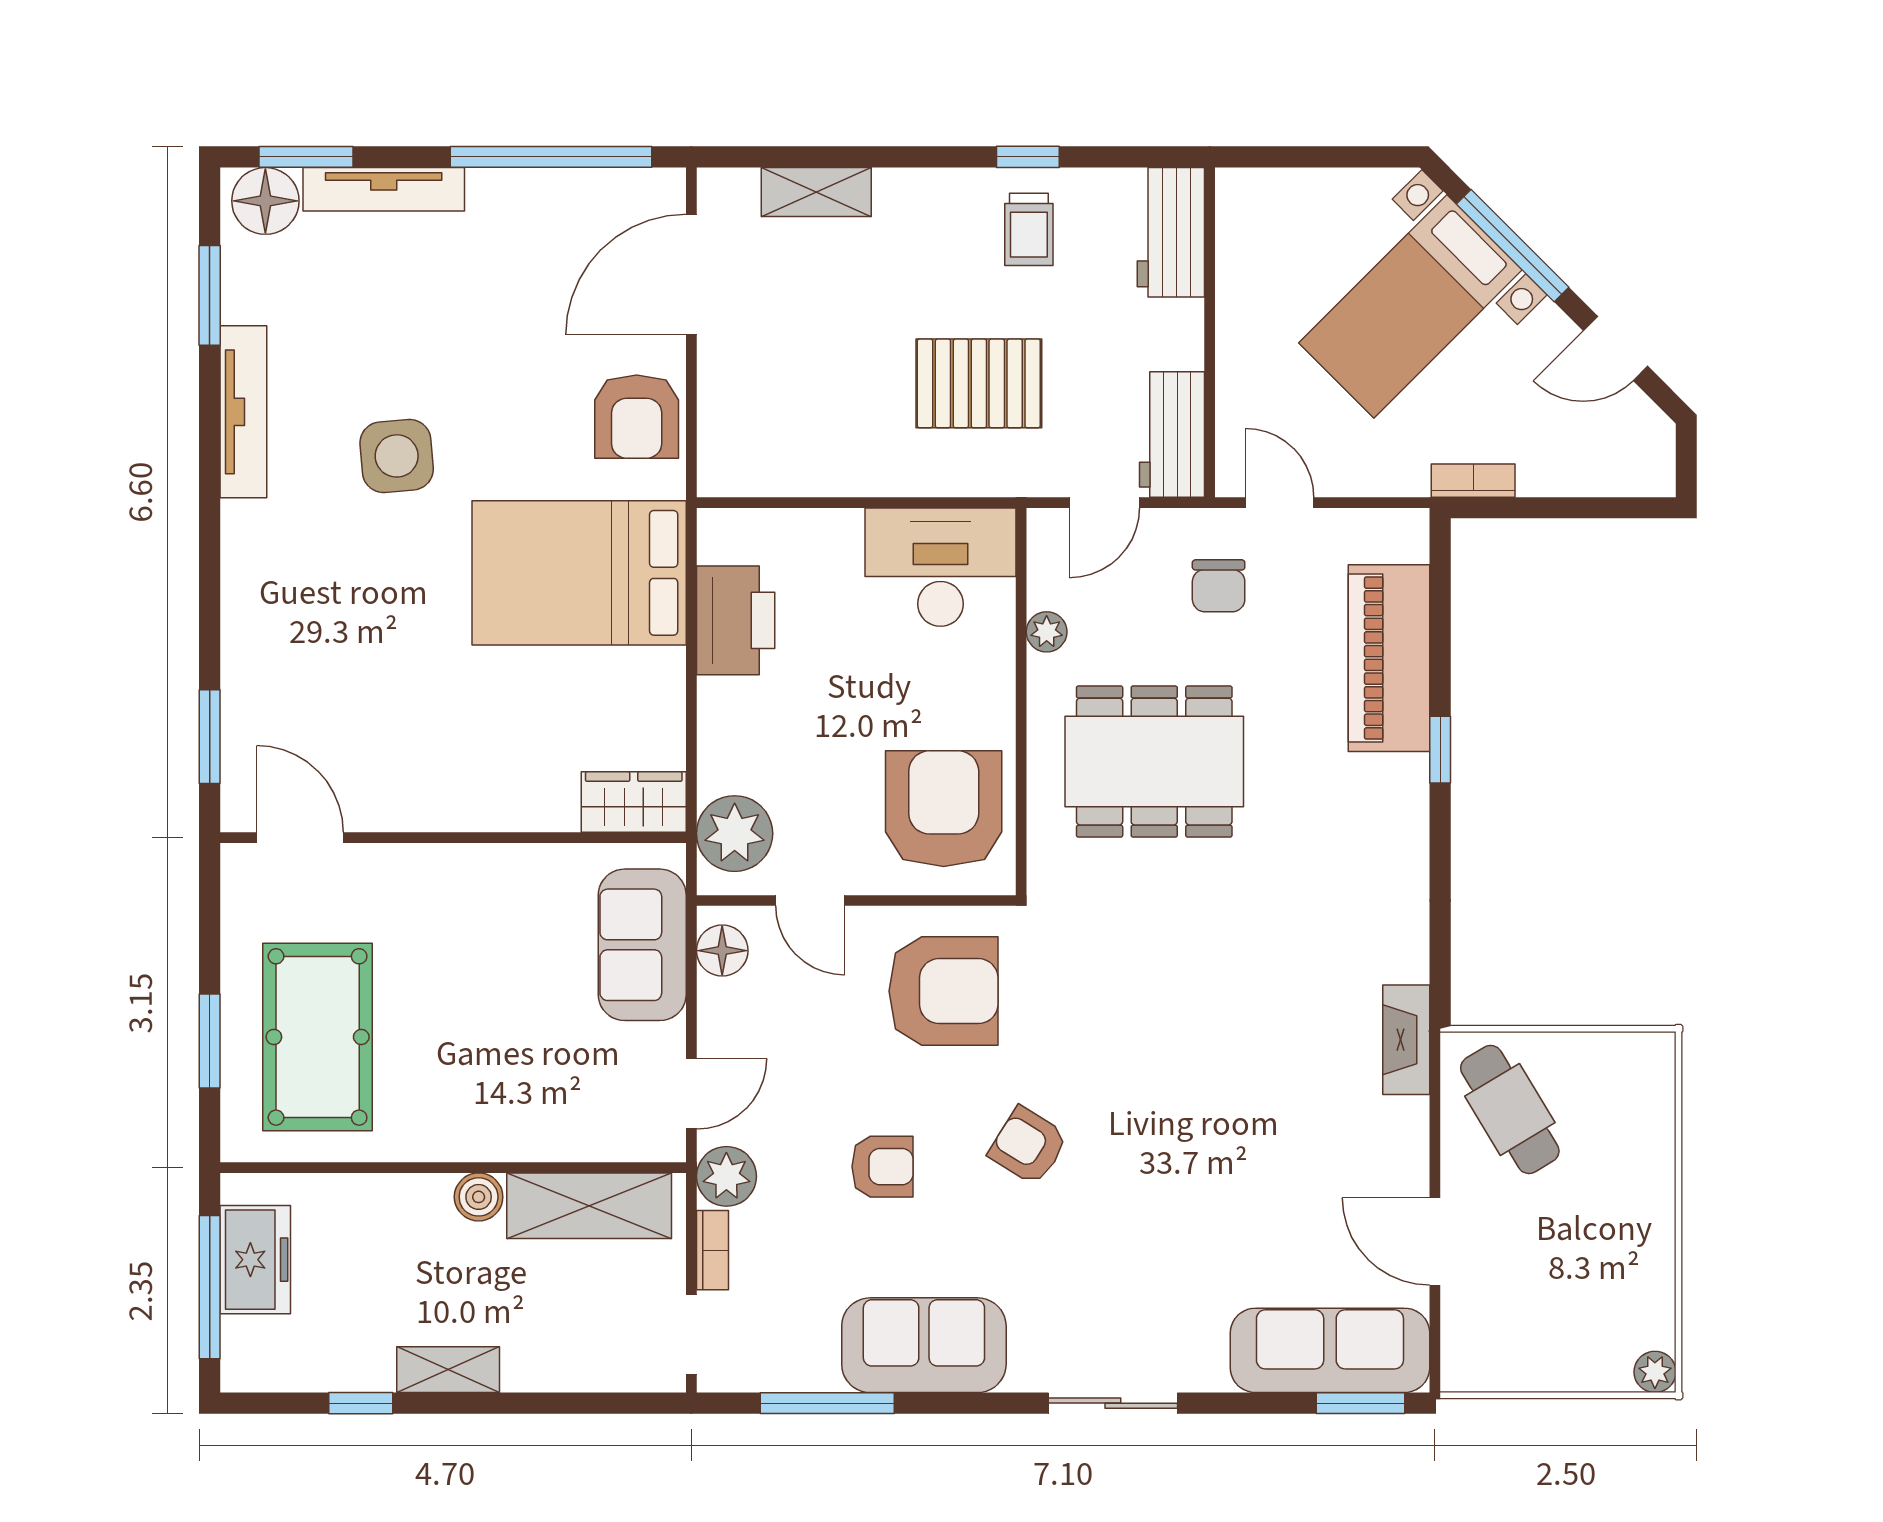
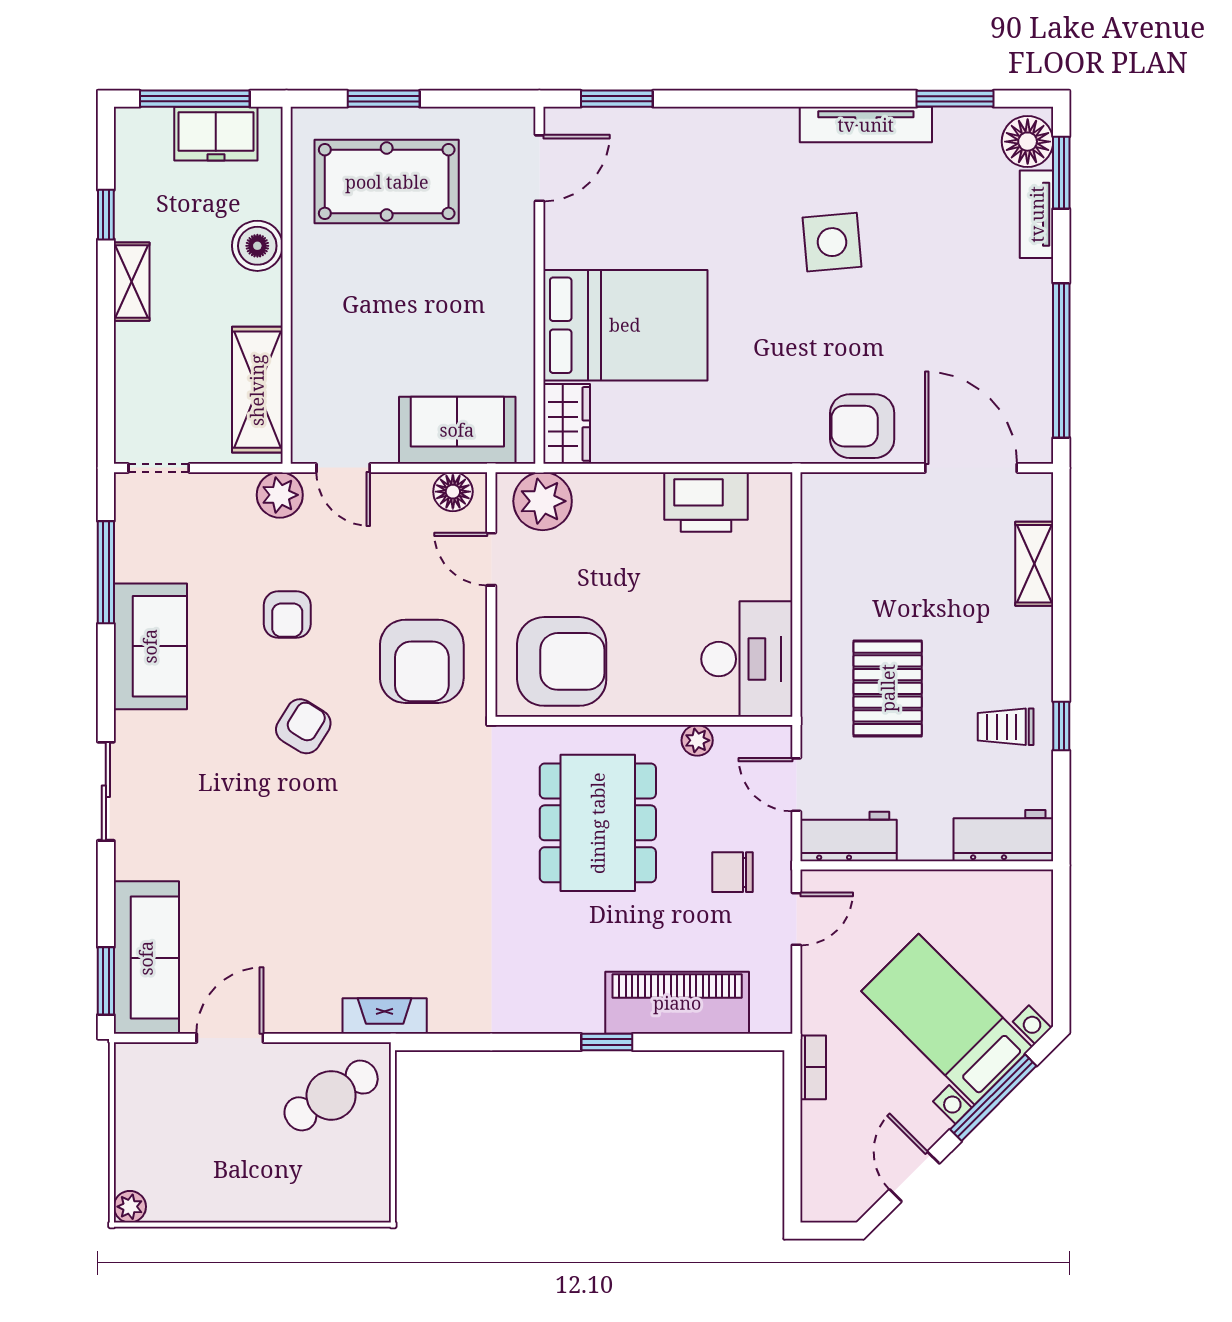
tv unit: (384, 189) -> (1037, 214), width x0.71
bed: (579, 573) -> (625, 325), moved, turned 90
door: (810, 901) -> (491, 559), hinge flipped
boiler: (479, 1197) -> (257, 246), moved, width x1.36, depth x1.36
bookcase: (712, 1250) -> (223, 484), removed

